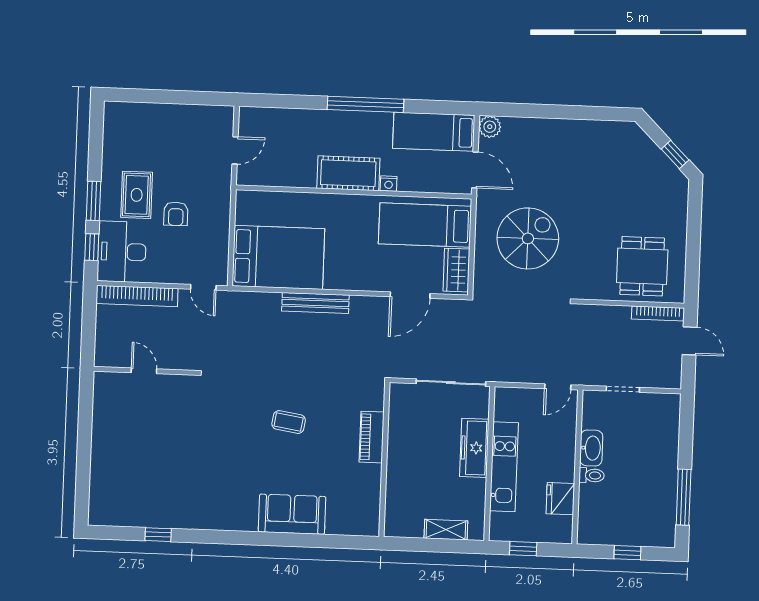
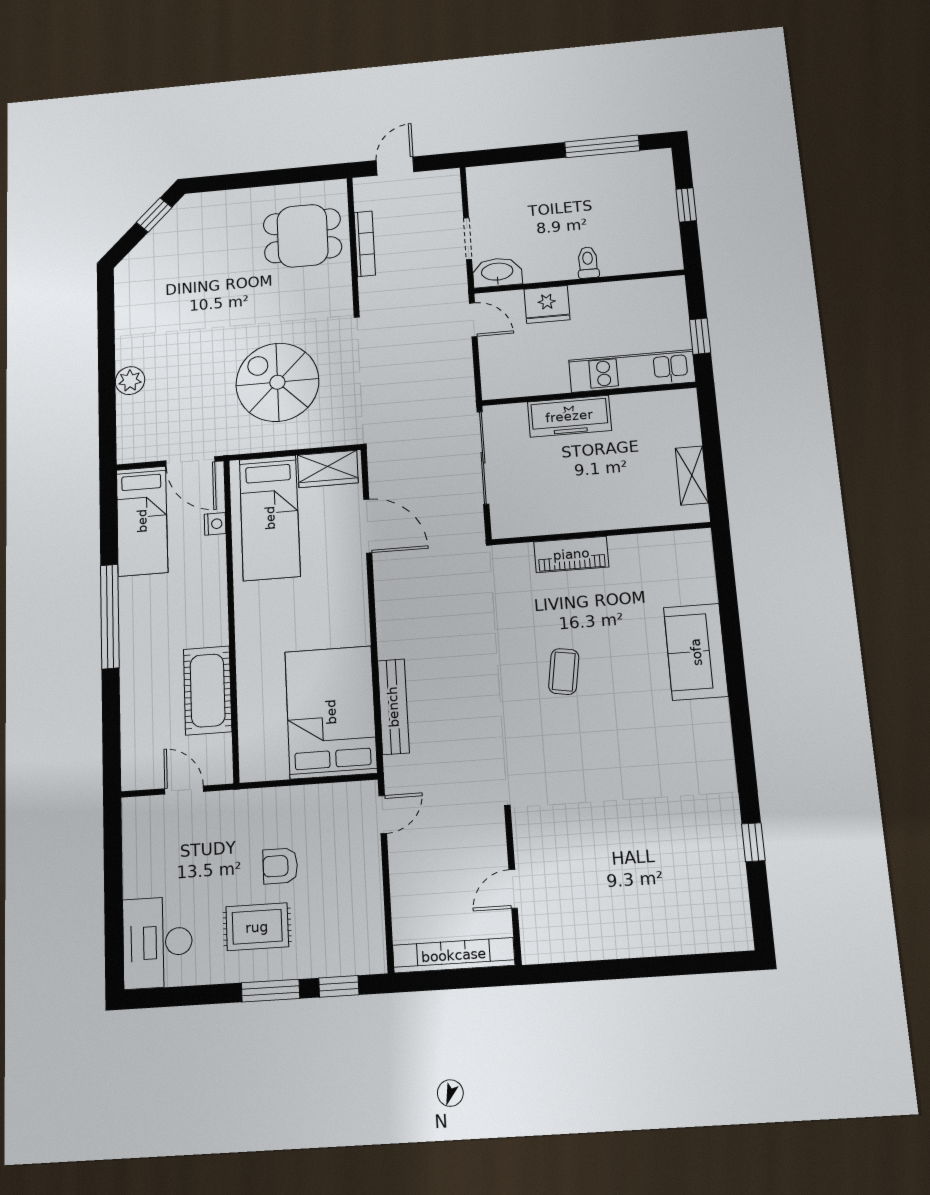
plant: (490, 127) -> (130, 381), moved
door: (475, 170) -> (190, 461), swing flipped
cot: (348, 173) -> (208, 690), moved
nightstand: (389, 184) -> (215, 524), moved
armchair: (176, 214) -> (280, 866), turned 180
desk: (122, 252) -> (157, 942), moved, turned 90
bookcase: (137, 296) -> (454, 955), moved, turned -90
bench: (315, 303) -> (393, 707), moved
bookcase: (658, 314) -> (365, 244), moved
washbasin: (591, 448) -> (497, 272), moved
kitchen unit: (504, 467) -> (632, 371), moved
fridge: (560, 499) -> (547, 304), moved
shelving: (446, 530) -> (692, 475), moved

